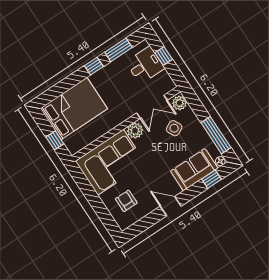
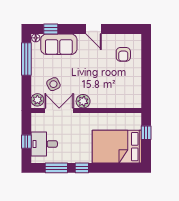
corner sofa: (110, 162) -> (116, 90), removed

